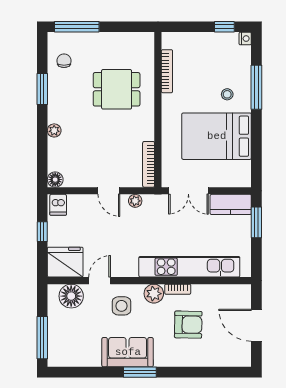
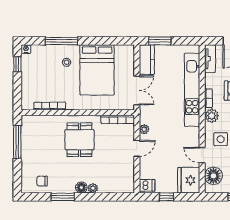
window: (77, 27) -> (17, 142), moved
dining table: (117, 89) -> (79, 140), moved
floor lamp: (55, 180) -> (81, 187), moved
tv unit: (232, 291) -> (210, 59), added

